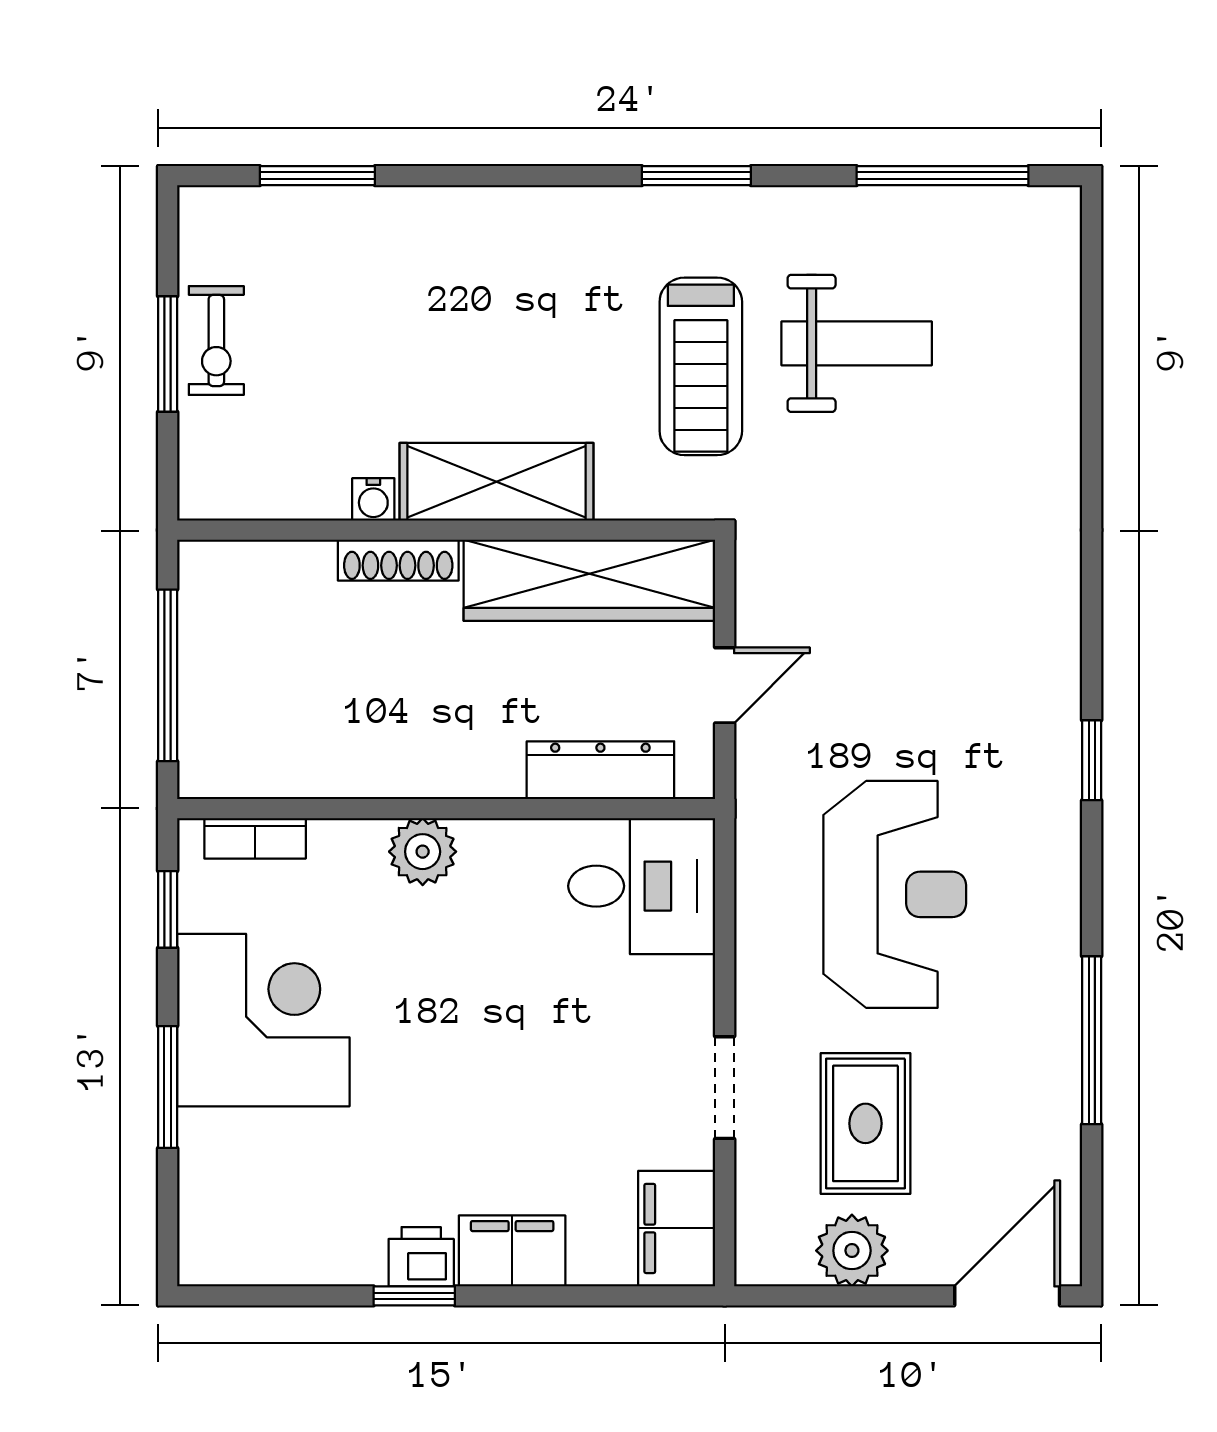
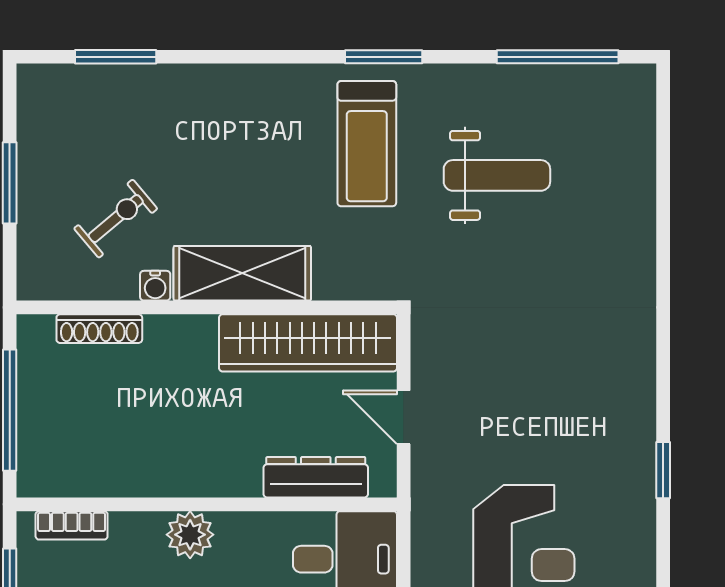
exercise bike: (216, 341) -> (116, 219), moved, turned -130
treadmill: (701, 366) -> (367, 144), moved
shoe rack: (398, 560) -> (99, 329), moved
door: (725, 685) -> (404, 417), swing flipped

